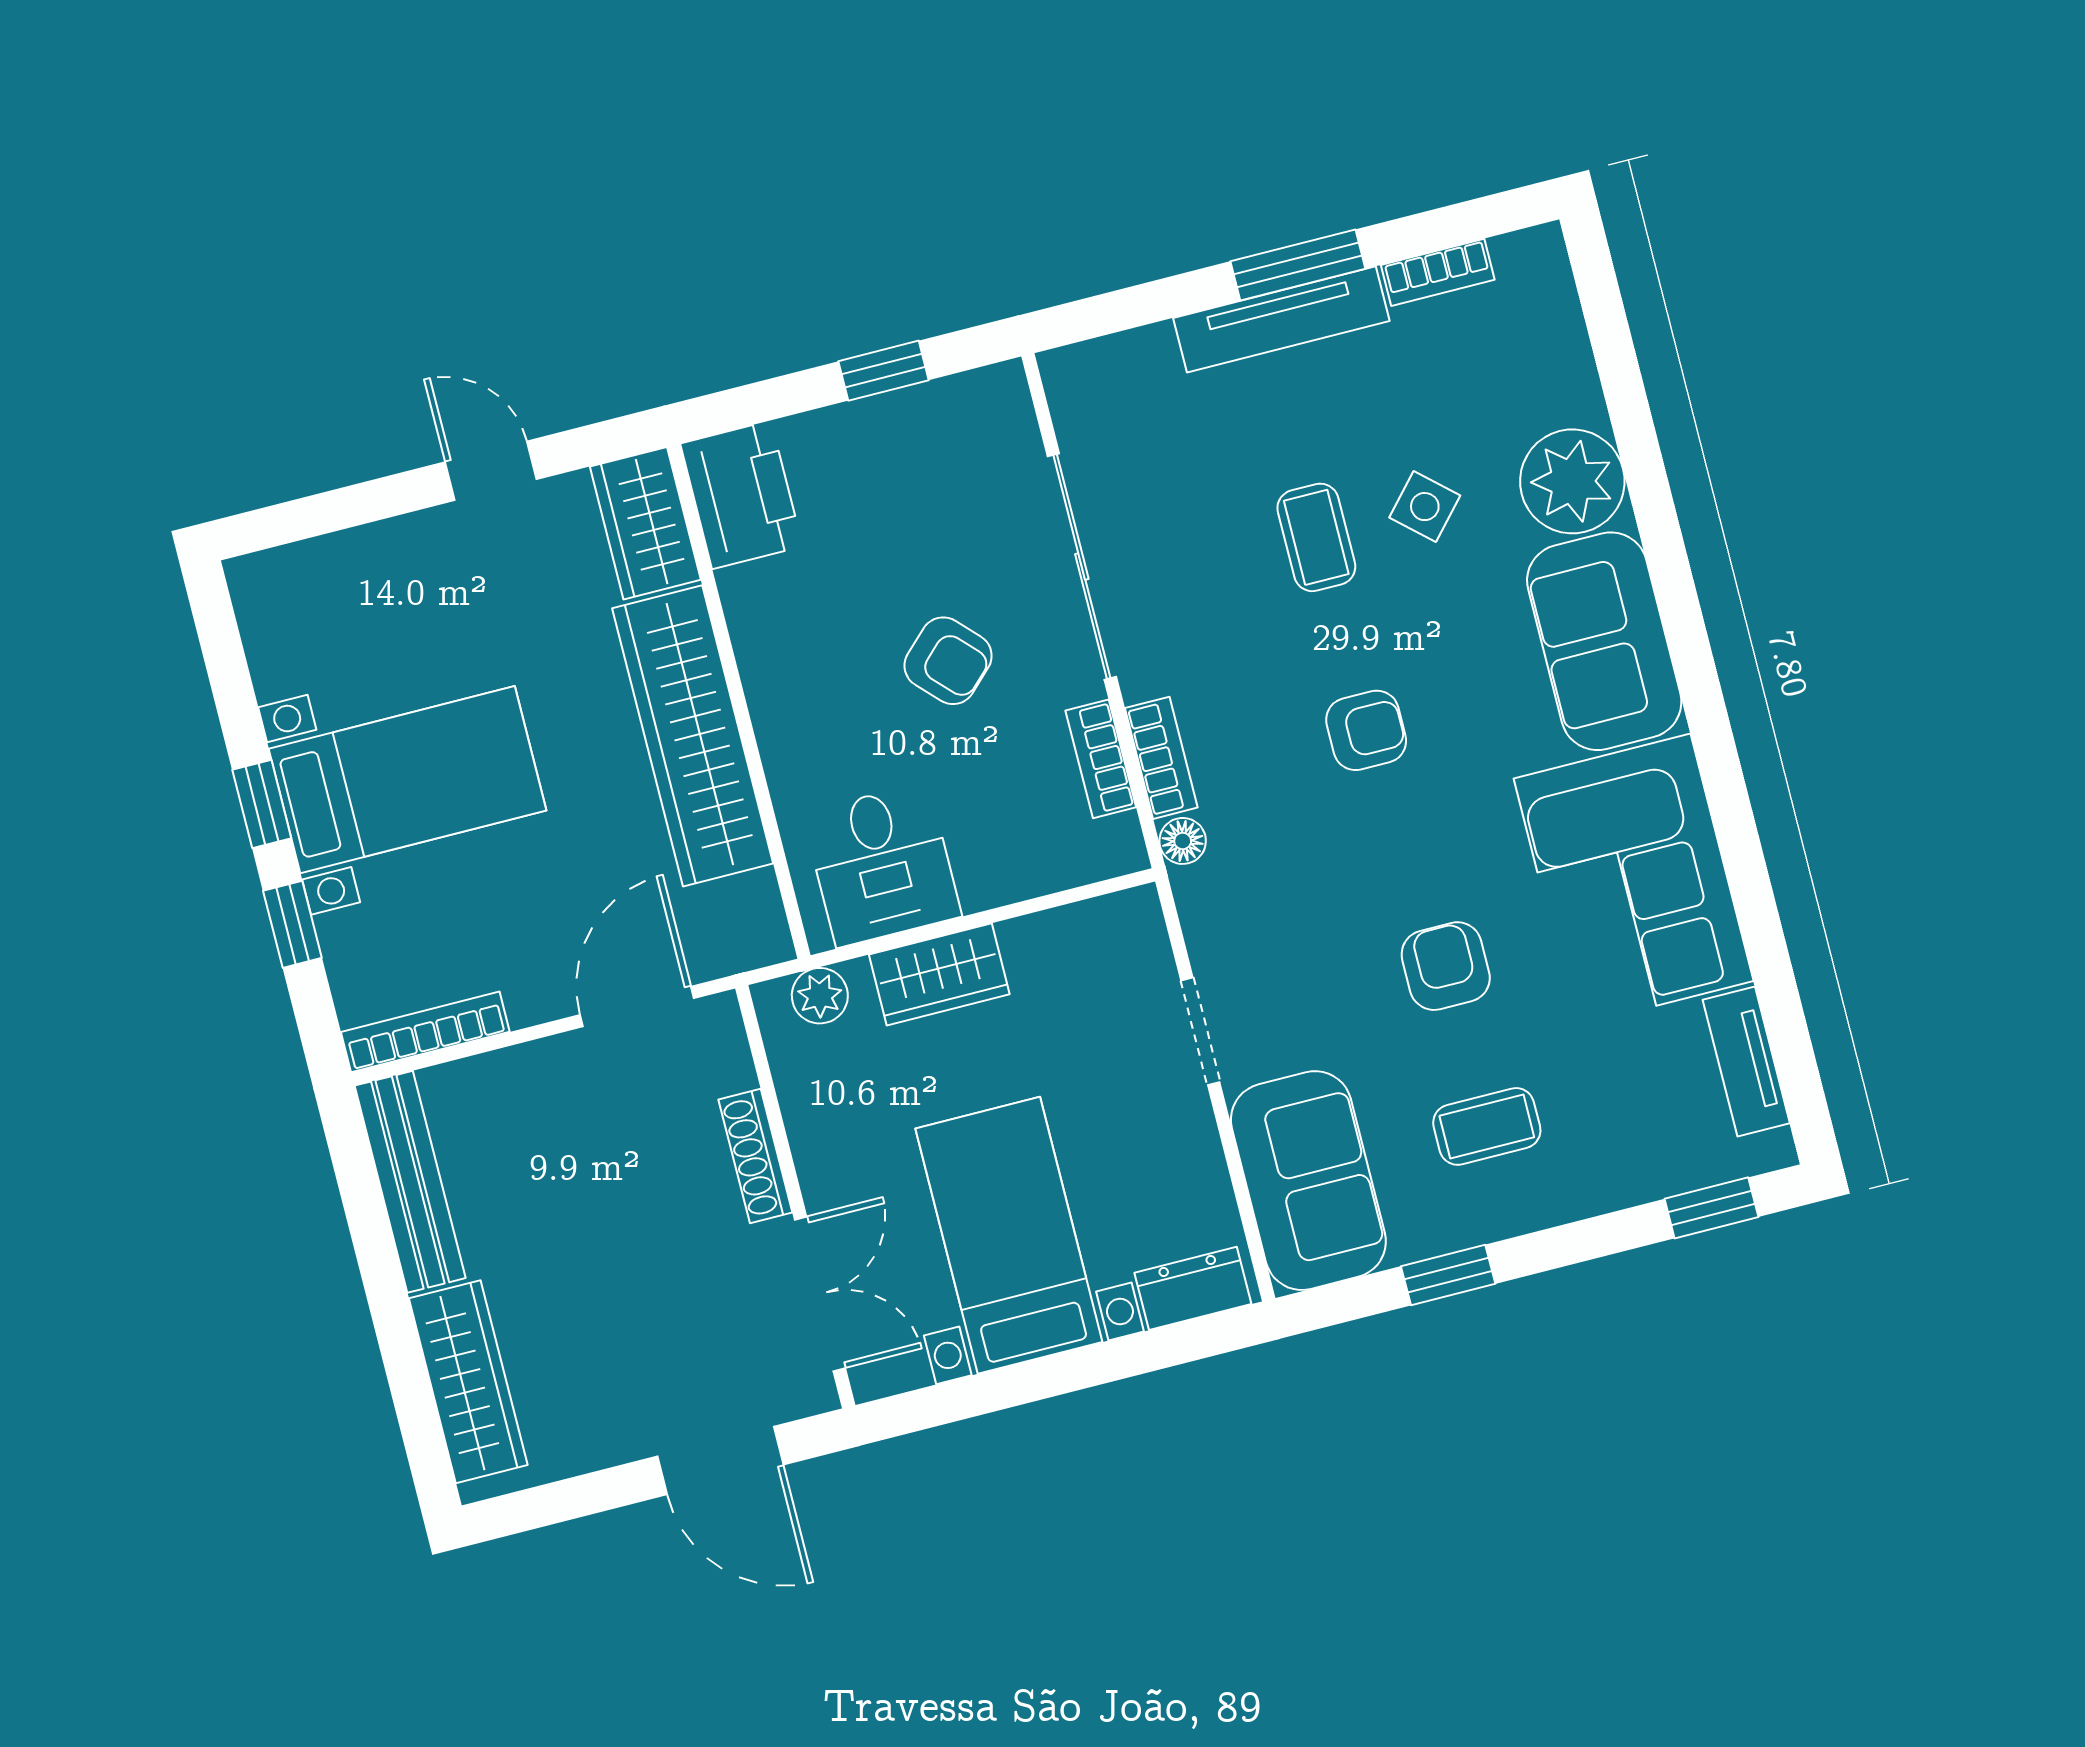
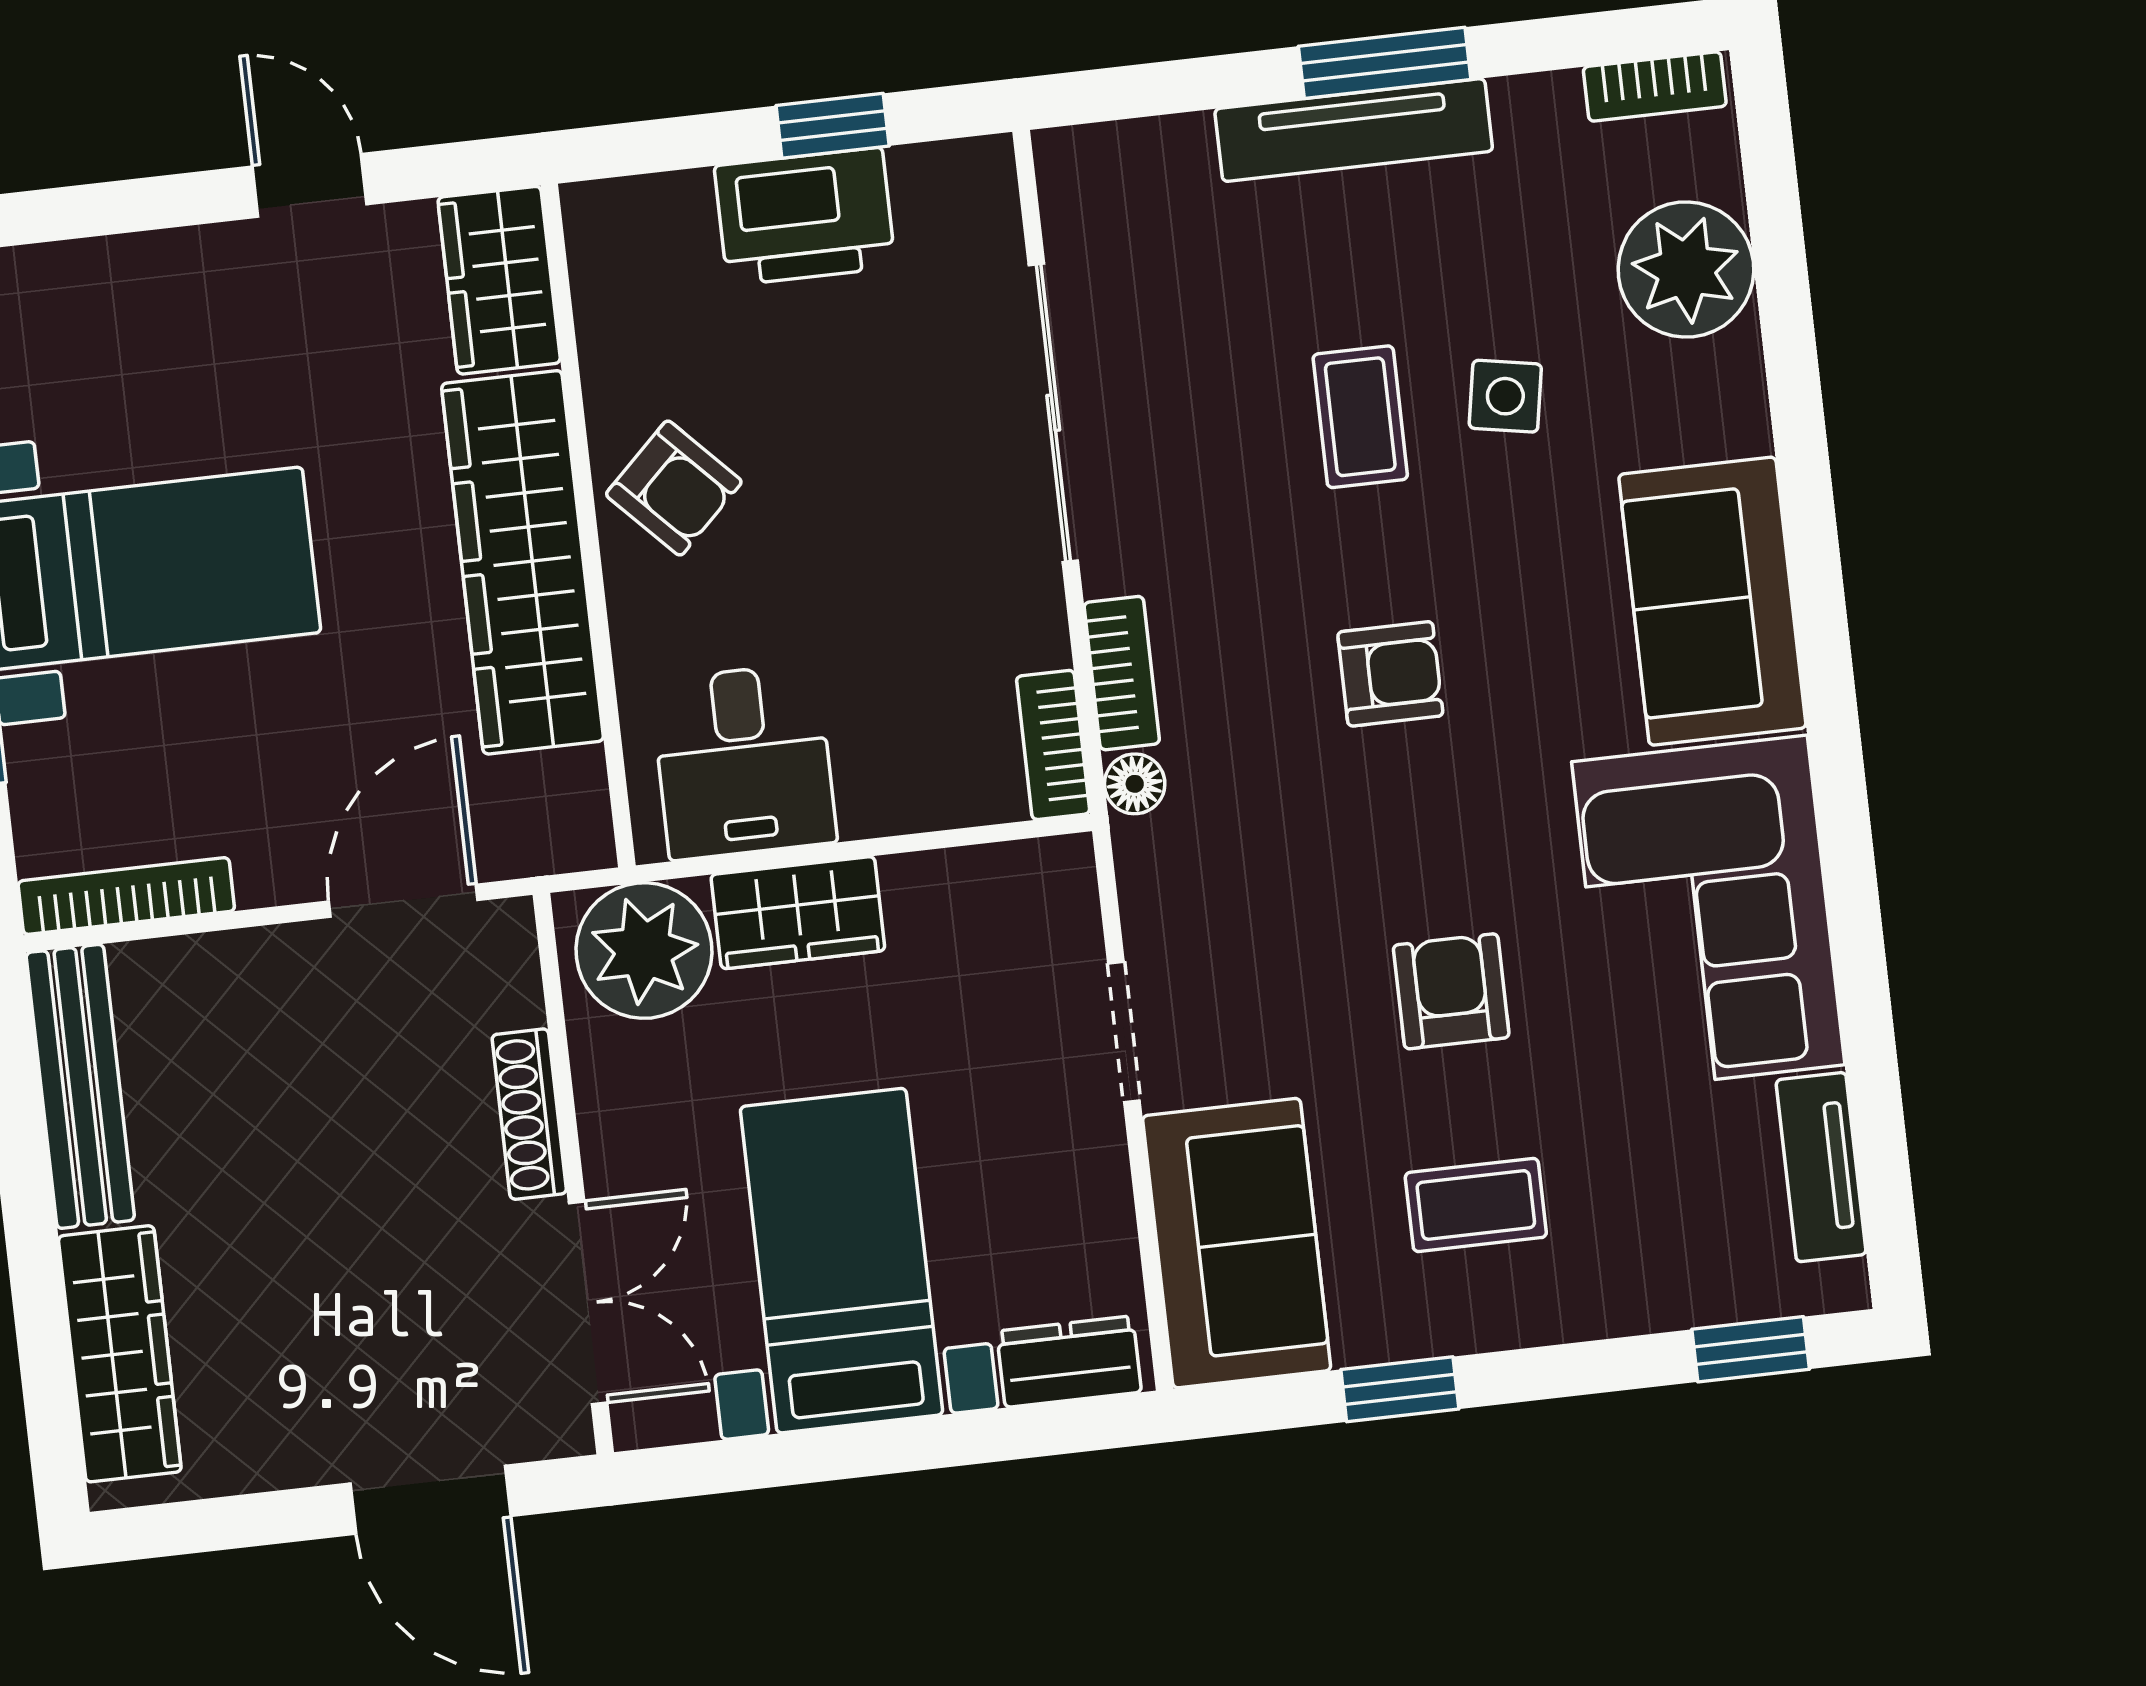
bookcase: (1438, 272) -> (1655, 87), moved
plant: (1572, 481) -> (1686, 270), moved
printer: (741, 495) -> (805, 217), moved, turned 90
side table: (1425, 507) -> (1505, 396), turned -32
armchair: (948, 661) -> (674, 488), moved
bookcase: (1101, 759) -> (1053, 745), moved
plant: (820, 996) -> (644, 951), width x1.87, depth x1.87

